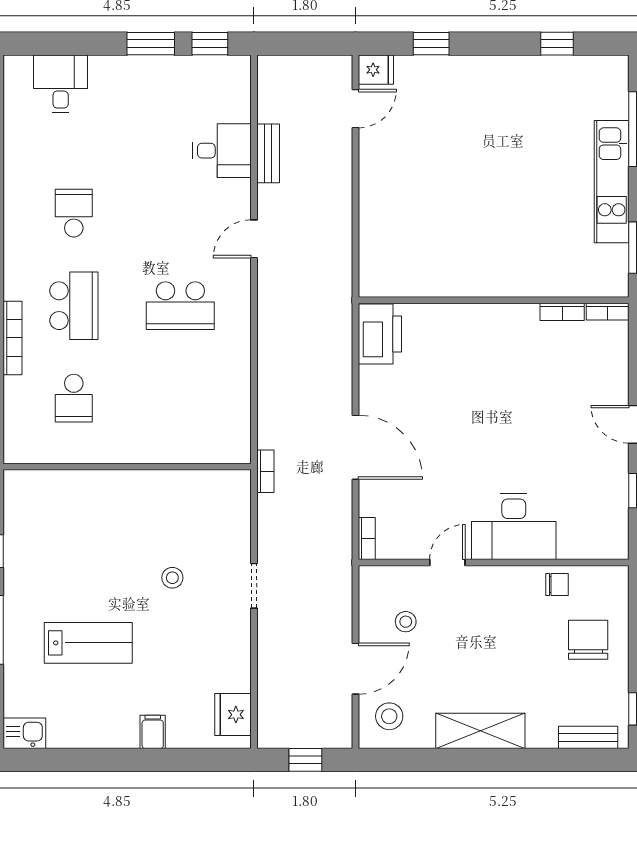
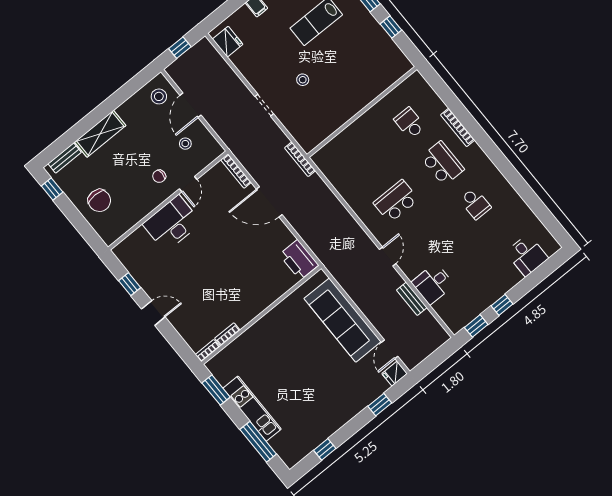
window: (151, 44) -> (502, 305), width x0.67
sofa: (387, 202) -> (343, 320), added
school desk: (74, 306) -> (442, 163), turned 180
bookcase: (265, 471) -> (300, 159), width x1.56
bookcase: (367, 539) -> (236, 171), width x1.56
chair: (557, 584) -> (159, 176), moved
shelving: (480, 731) -> (100, 134), moved

